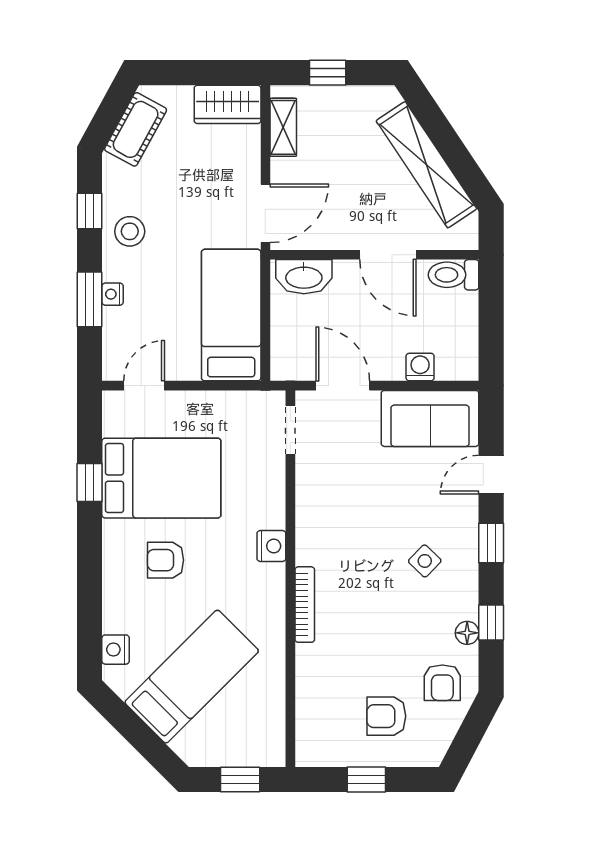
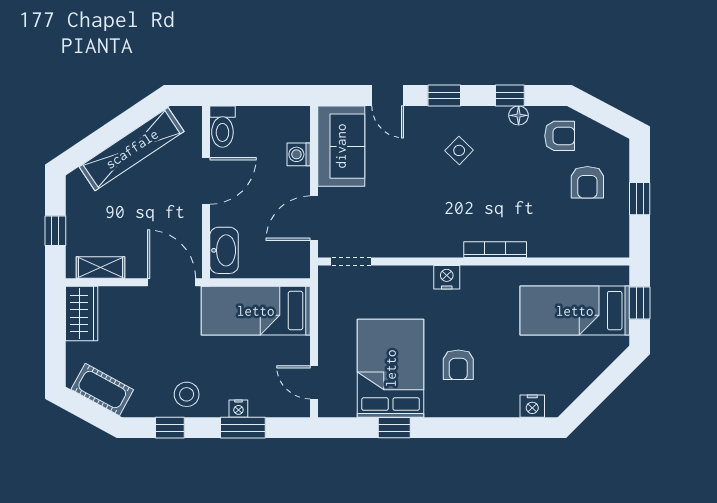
bed: (192, 677) -> (575, 311), moved, turned -45

